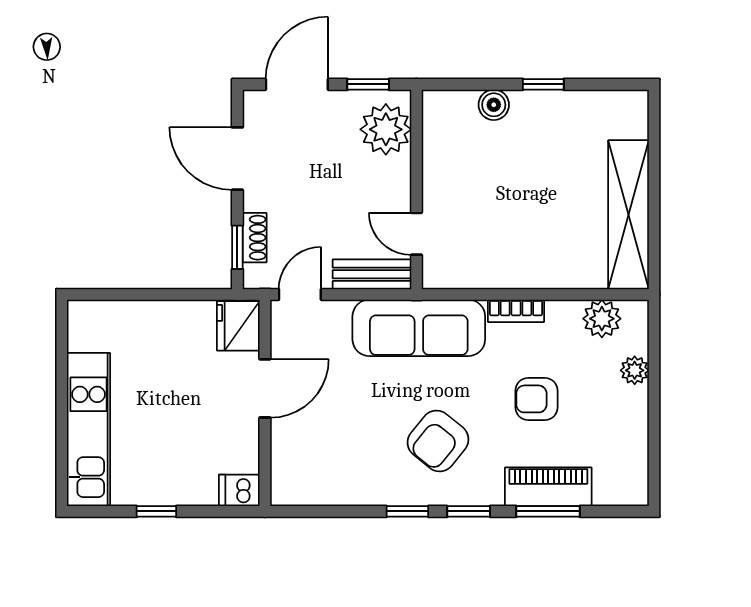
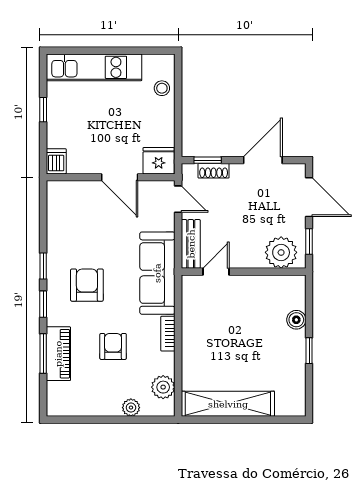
stool: (122, 321) -> (162, 88), added
armchair: (438, 441) -> (87, 285), turned 51

